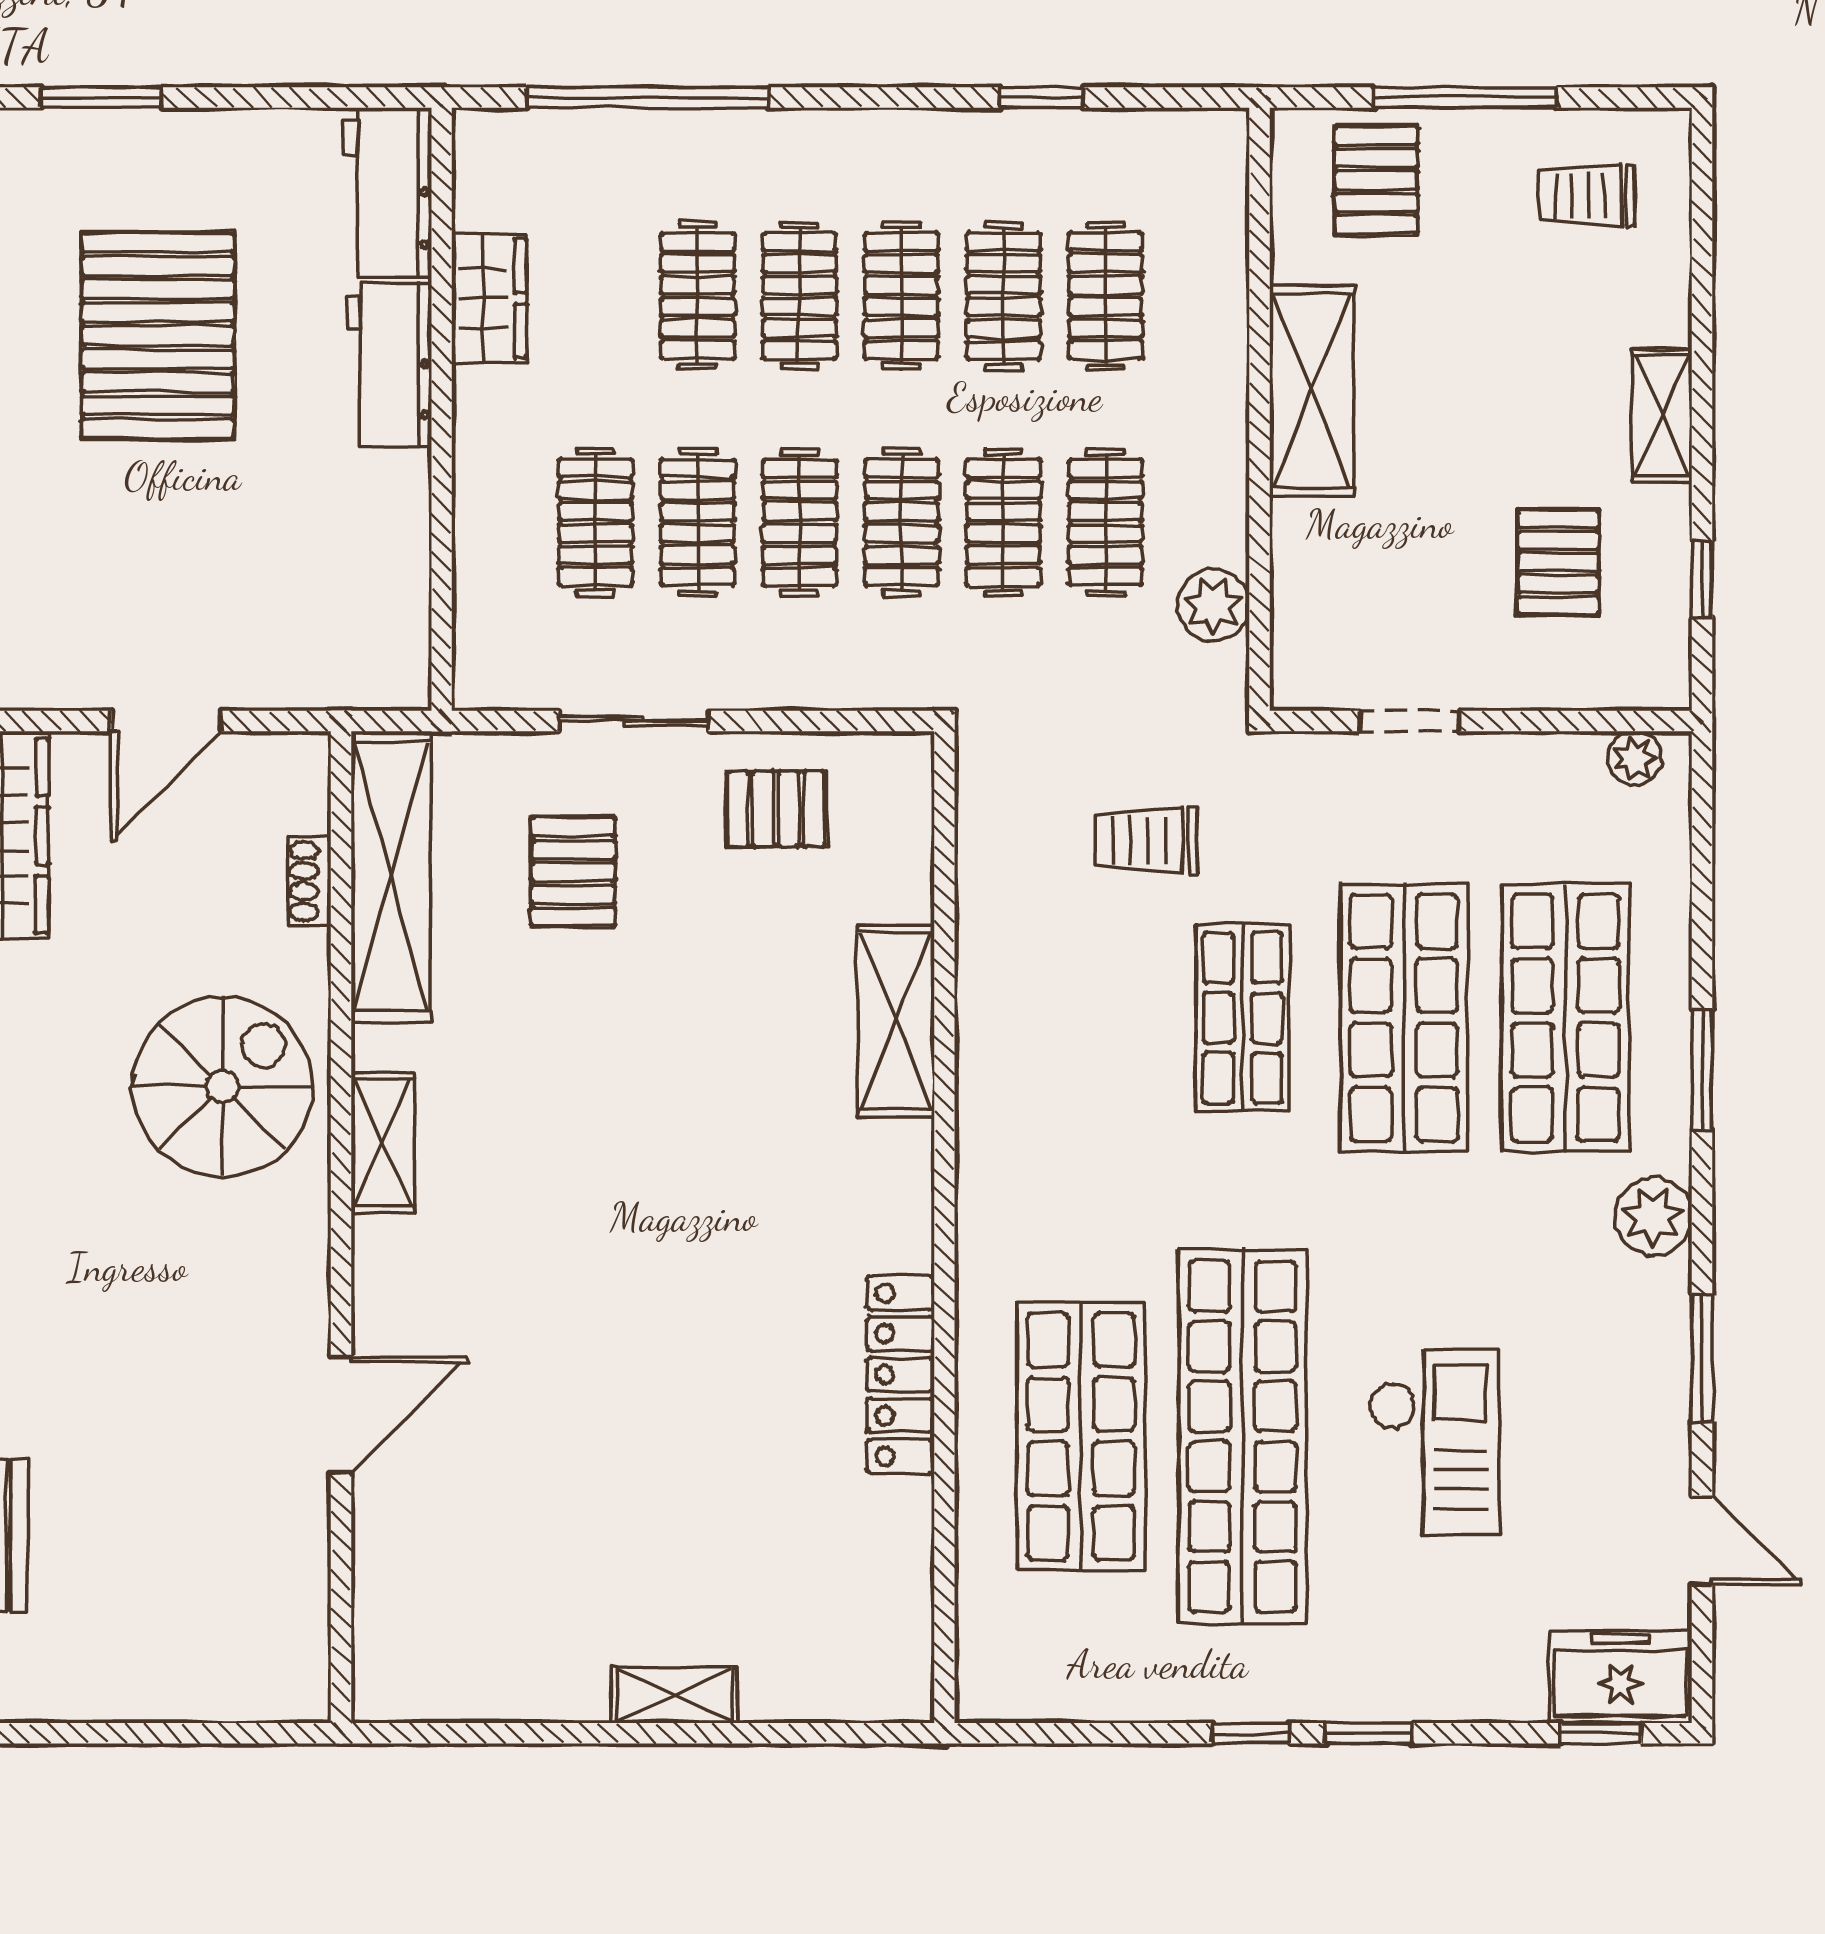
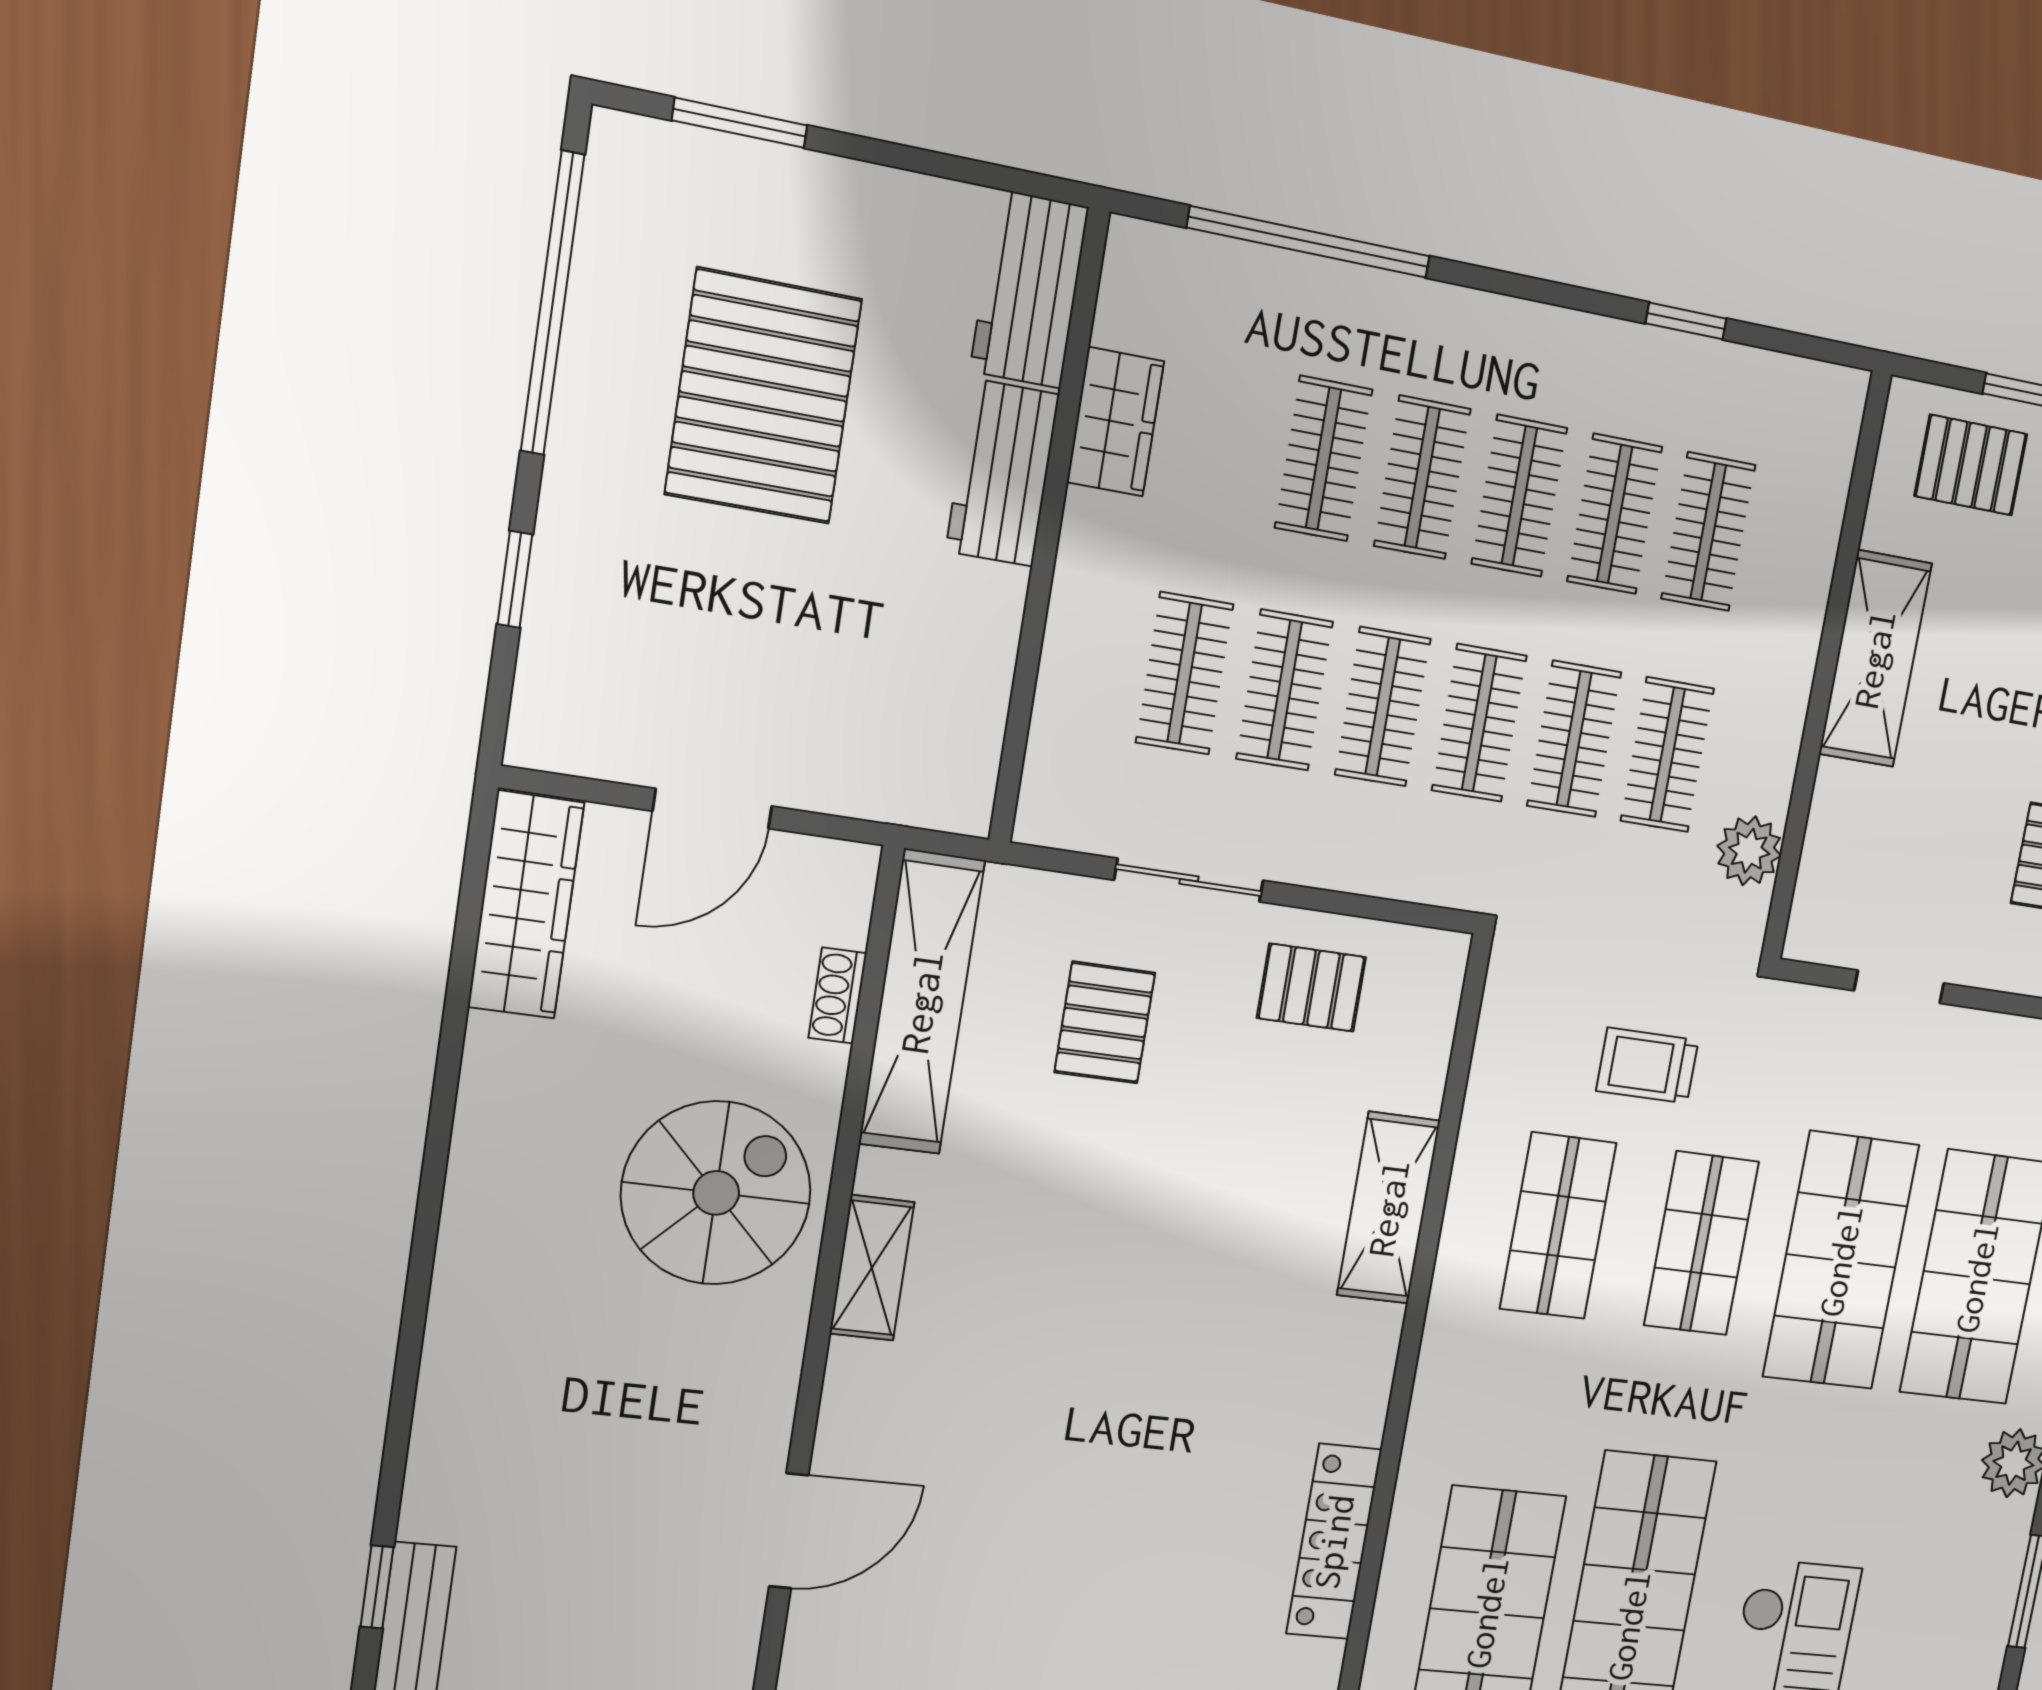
pallet: (1376, 180) -> (1971, 465), turned 90
shop shelf: (1081, 1018) -> (1558, 1226), added

